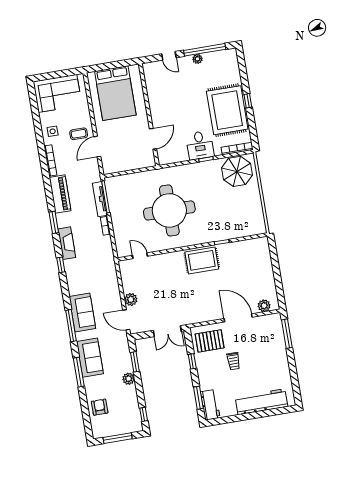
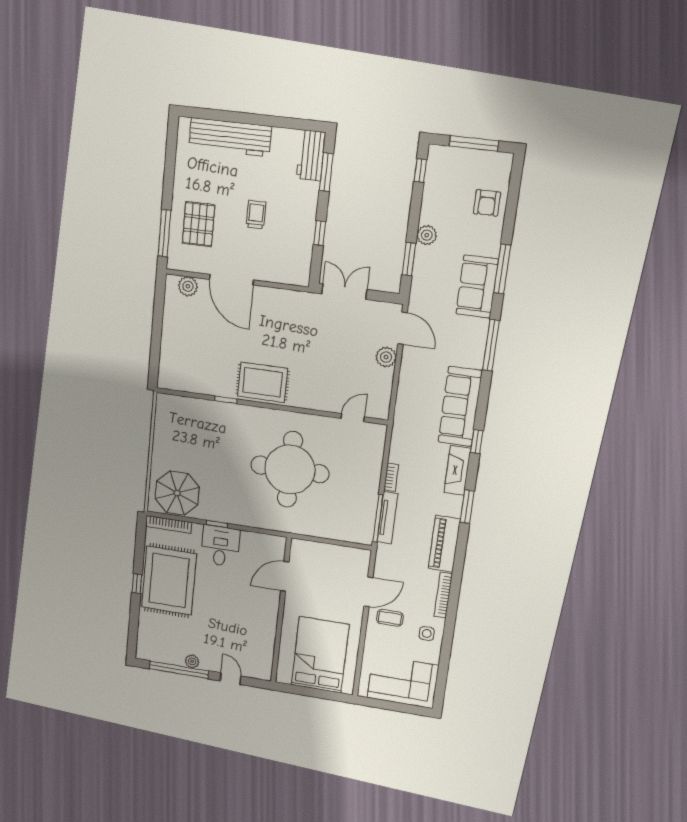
door: (140, 256) -> (353, 418), swing flipped
sofa: (82, 312) -> (460, 406), moved, width x1.36
pallet: (210, 341) -> (199, 224), moved, turned 90

